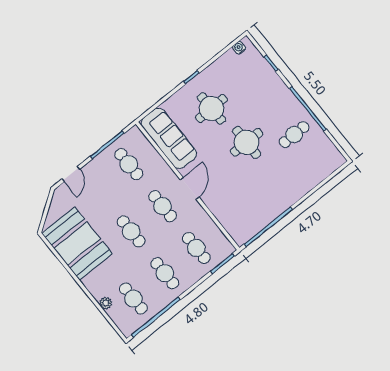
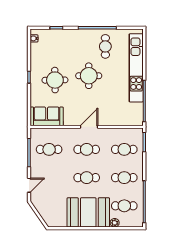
sofa: (169, 138) -> (47, 116), width x0.73
door: (71, 174) -> (29, 185), hinge flipped
door: (190, 188) -> (89, 127), hinge flipped
kitchen unit: (298, 188) -> (136, 68), added
booth: (77, 243) -> (88, 212), moved

